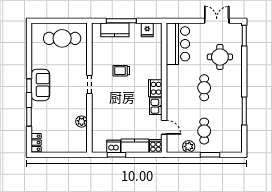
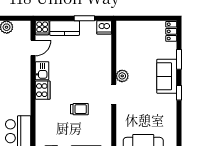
sofa: (40, 85) -> (167, 76), moved
plant: (82, 122) -> (122, 76), moved
door: (164, 127) -> (33, 48), swing flipped
dishwasher: (114, 146) -> (104, 27), moved

